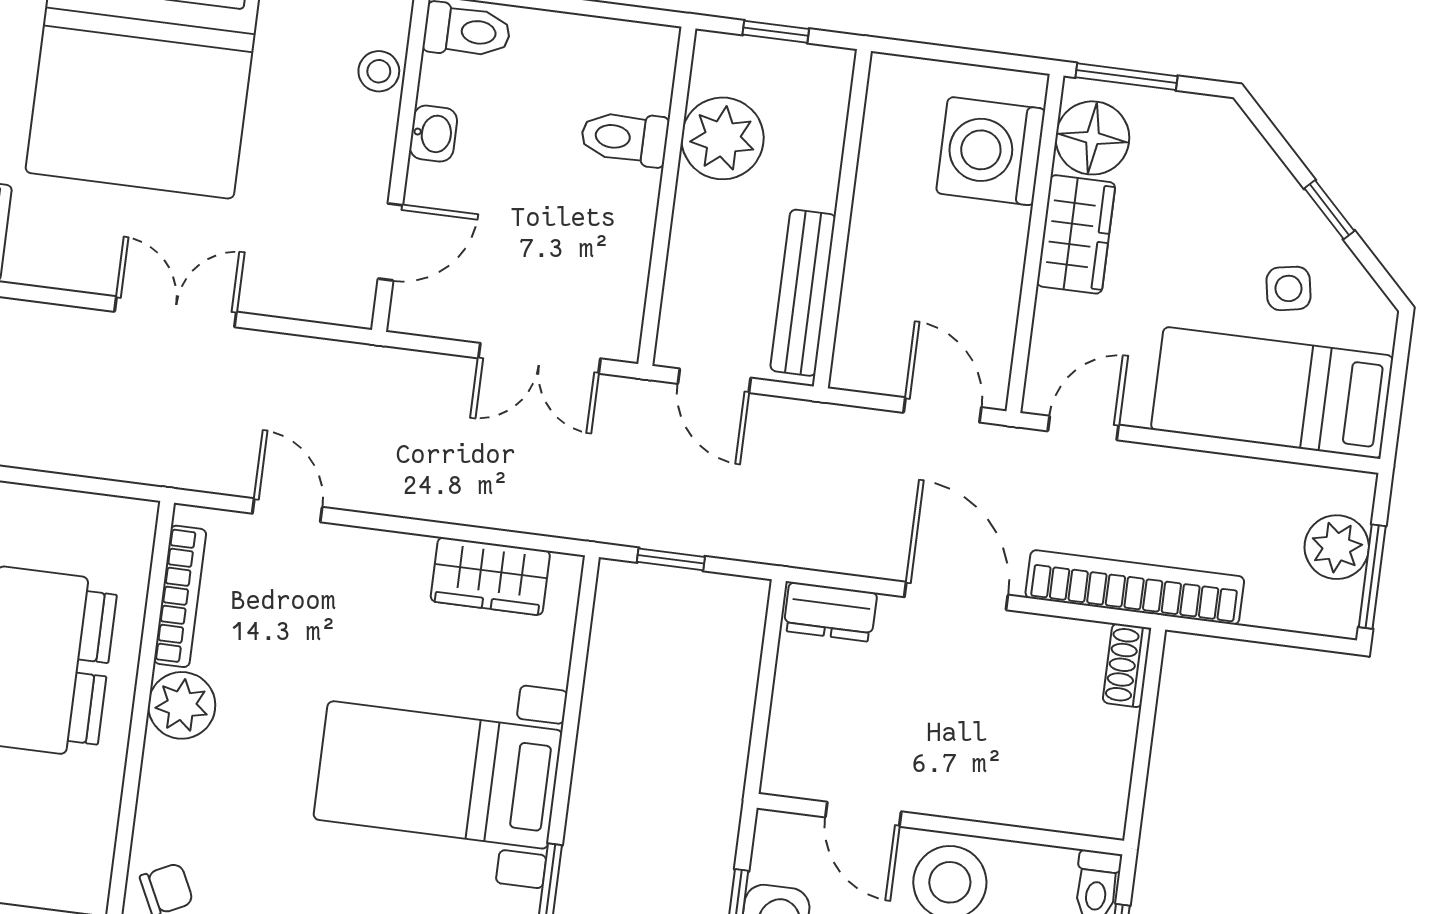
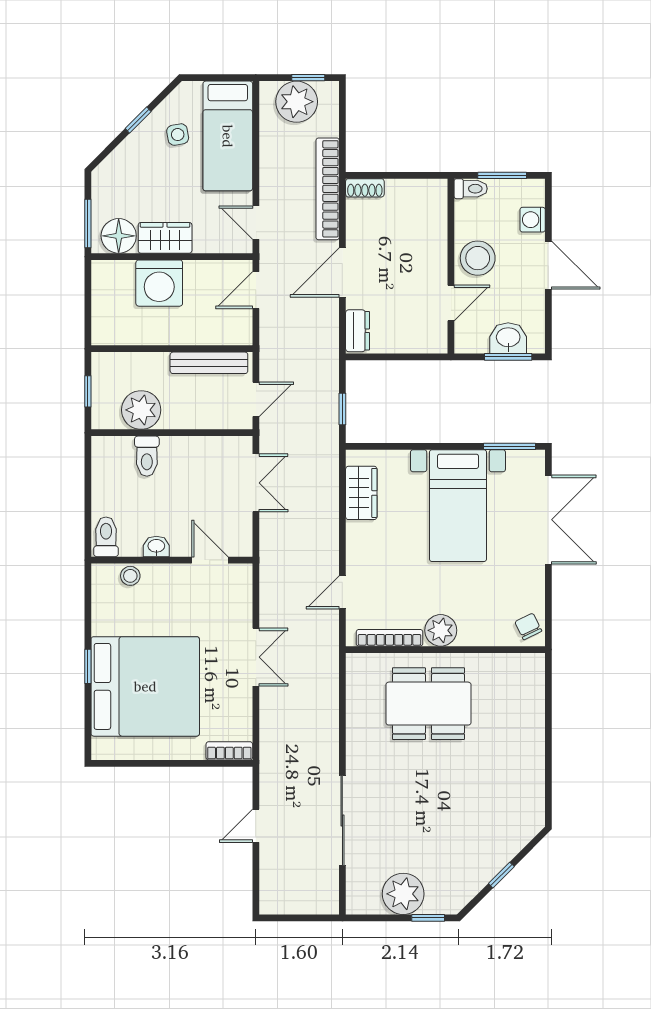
washing machine: (991, 151) -> (159, 283), moved
double door: (175, 312) -> (256, 657), swing flipped
plant: (1337, 547) -> (297, 102), width x1.36, depth x1.36
window: (1372, 577) -> (308, 78), width x0.67

